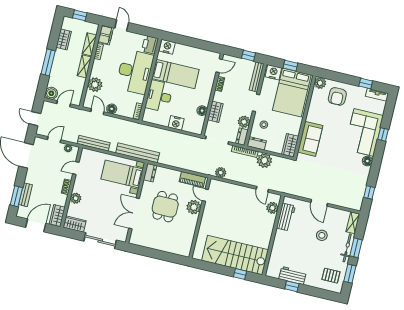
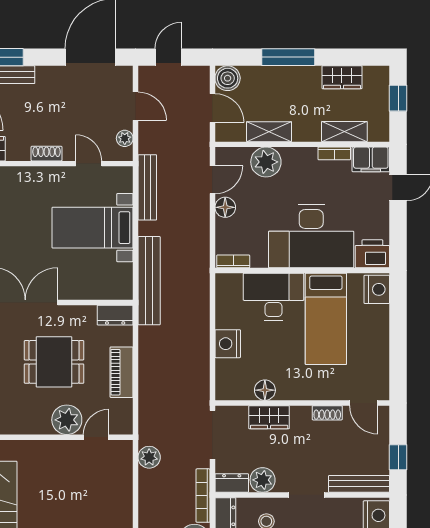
shelving: (84, 66) -> (269, 132), moved
bed with nightstands: (122, 174) -> (93, 228), moved, turned -90
piano: (192, 179) -> (122, 372), moved
plant: (76, 198) -> (28, 177), removed

